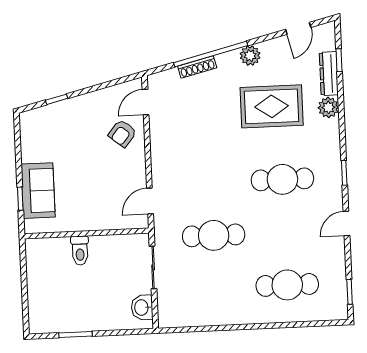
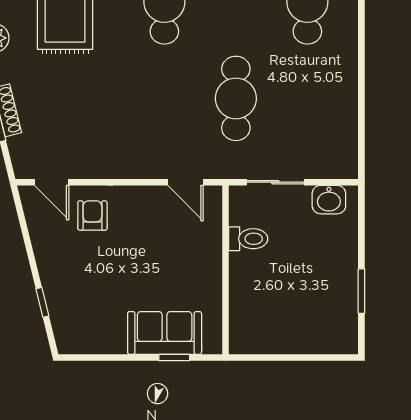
armchair: (122, 133) -> (92, 215), turned -129
toilet: (80, 251) -> (248, 239), moved

